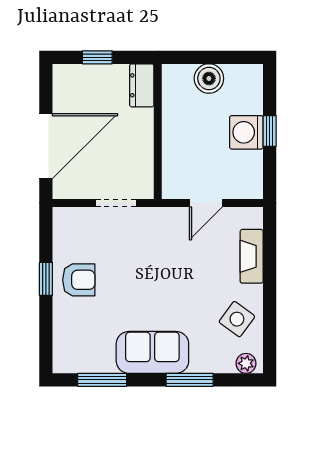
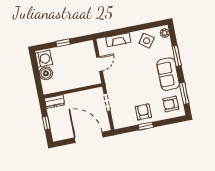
washing machine: (246, 132) -> (44, 59), moved, turned -90
door: (206, 203) -> (99, 64), hinge flipped
armchair: (84, 345) -> (171, 104), added

